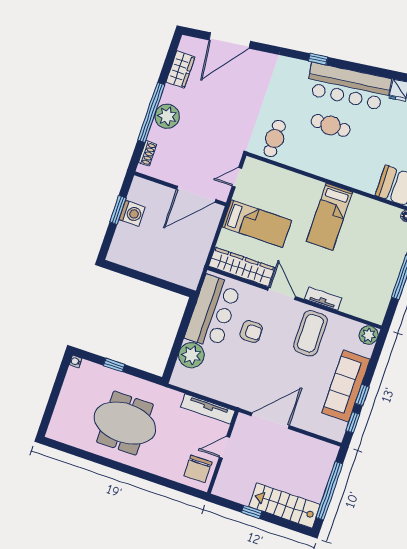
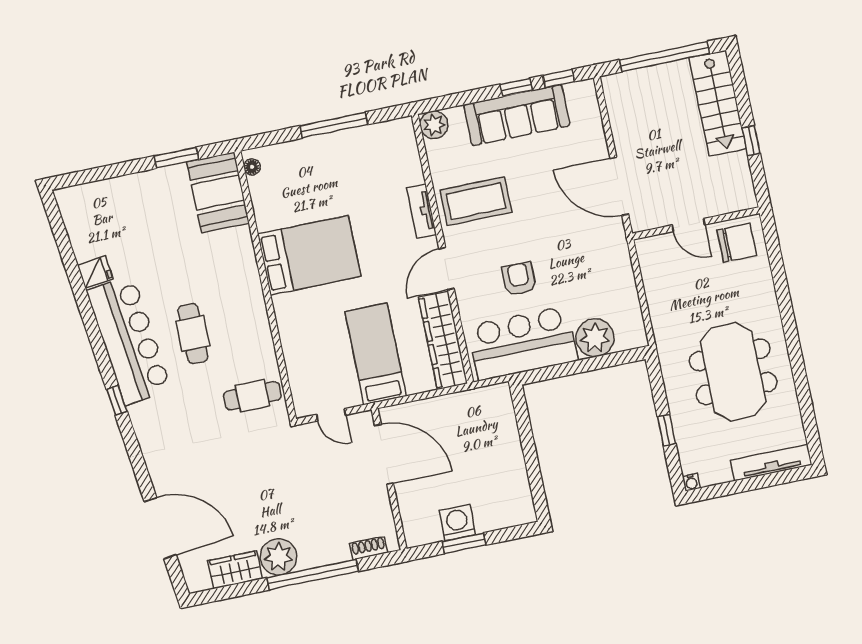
plant: (167, 116) -> (278, 557), moved
bed: (329, 217) -> (309, 255), width x1.50
tv unit: (208, 409) -> (771, 463), moved, turned -90

